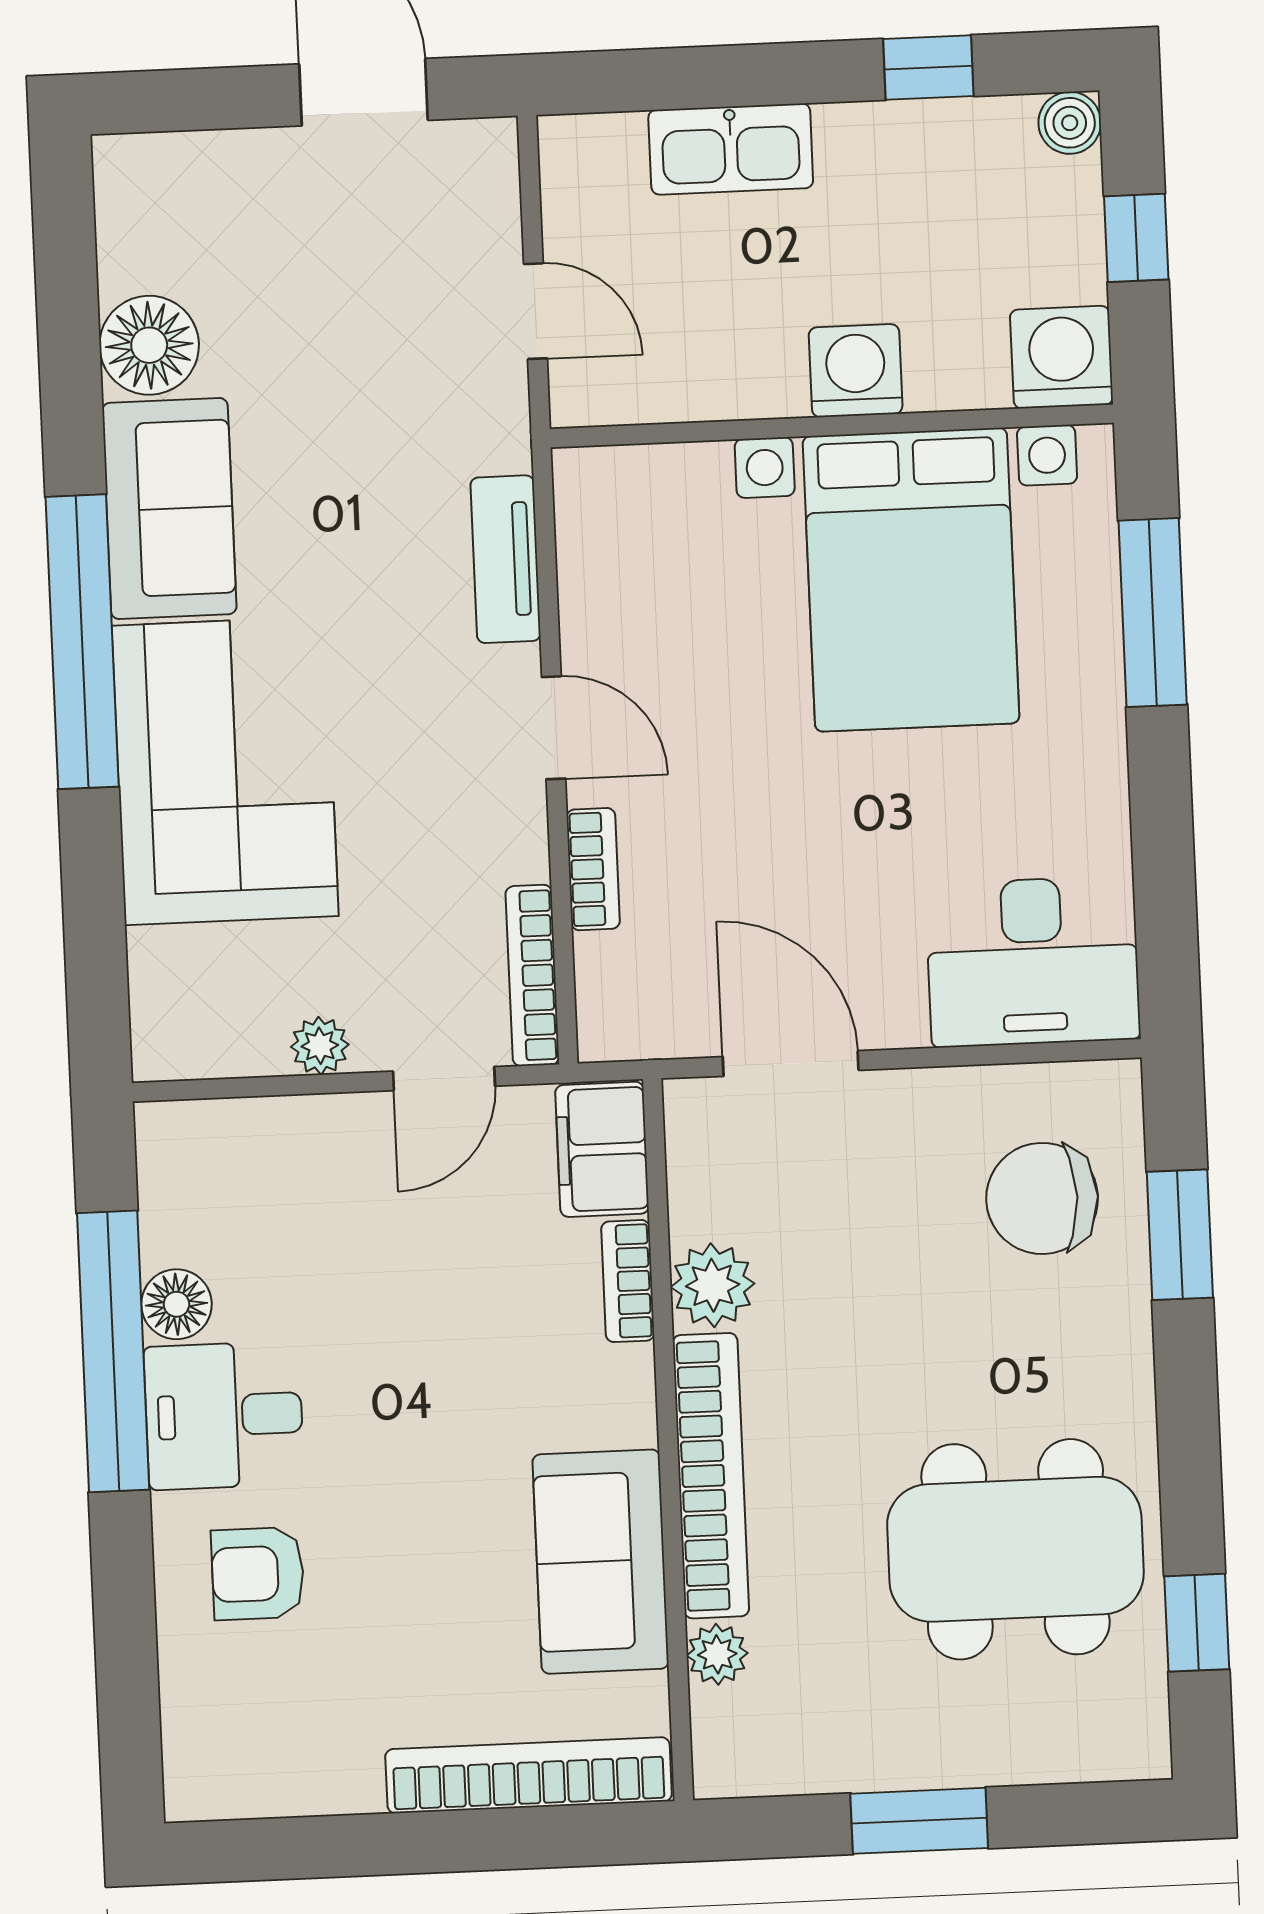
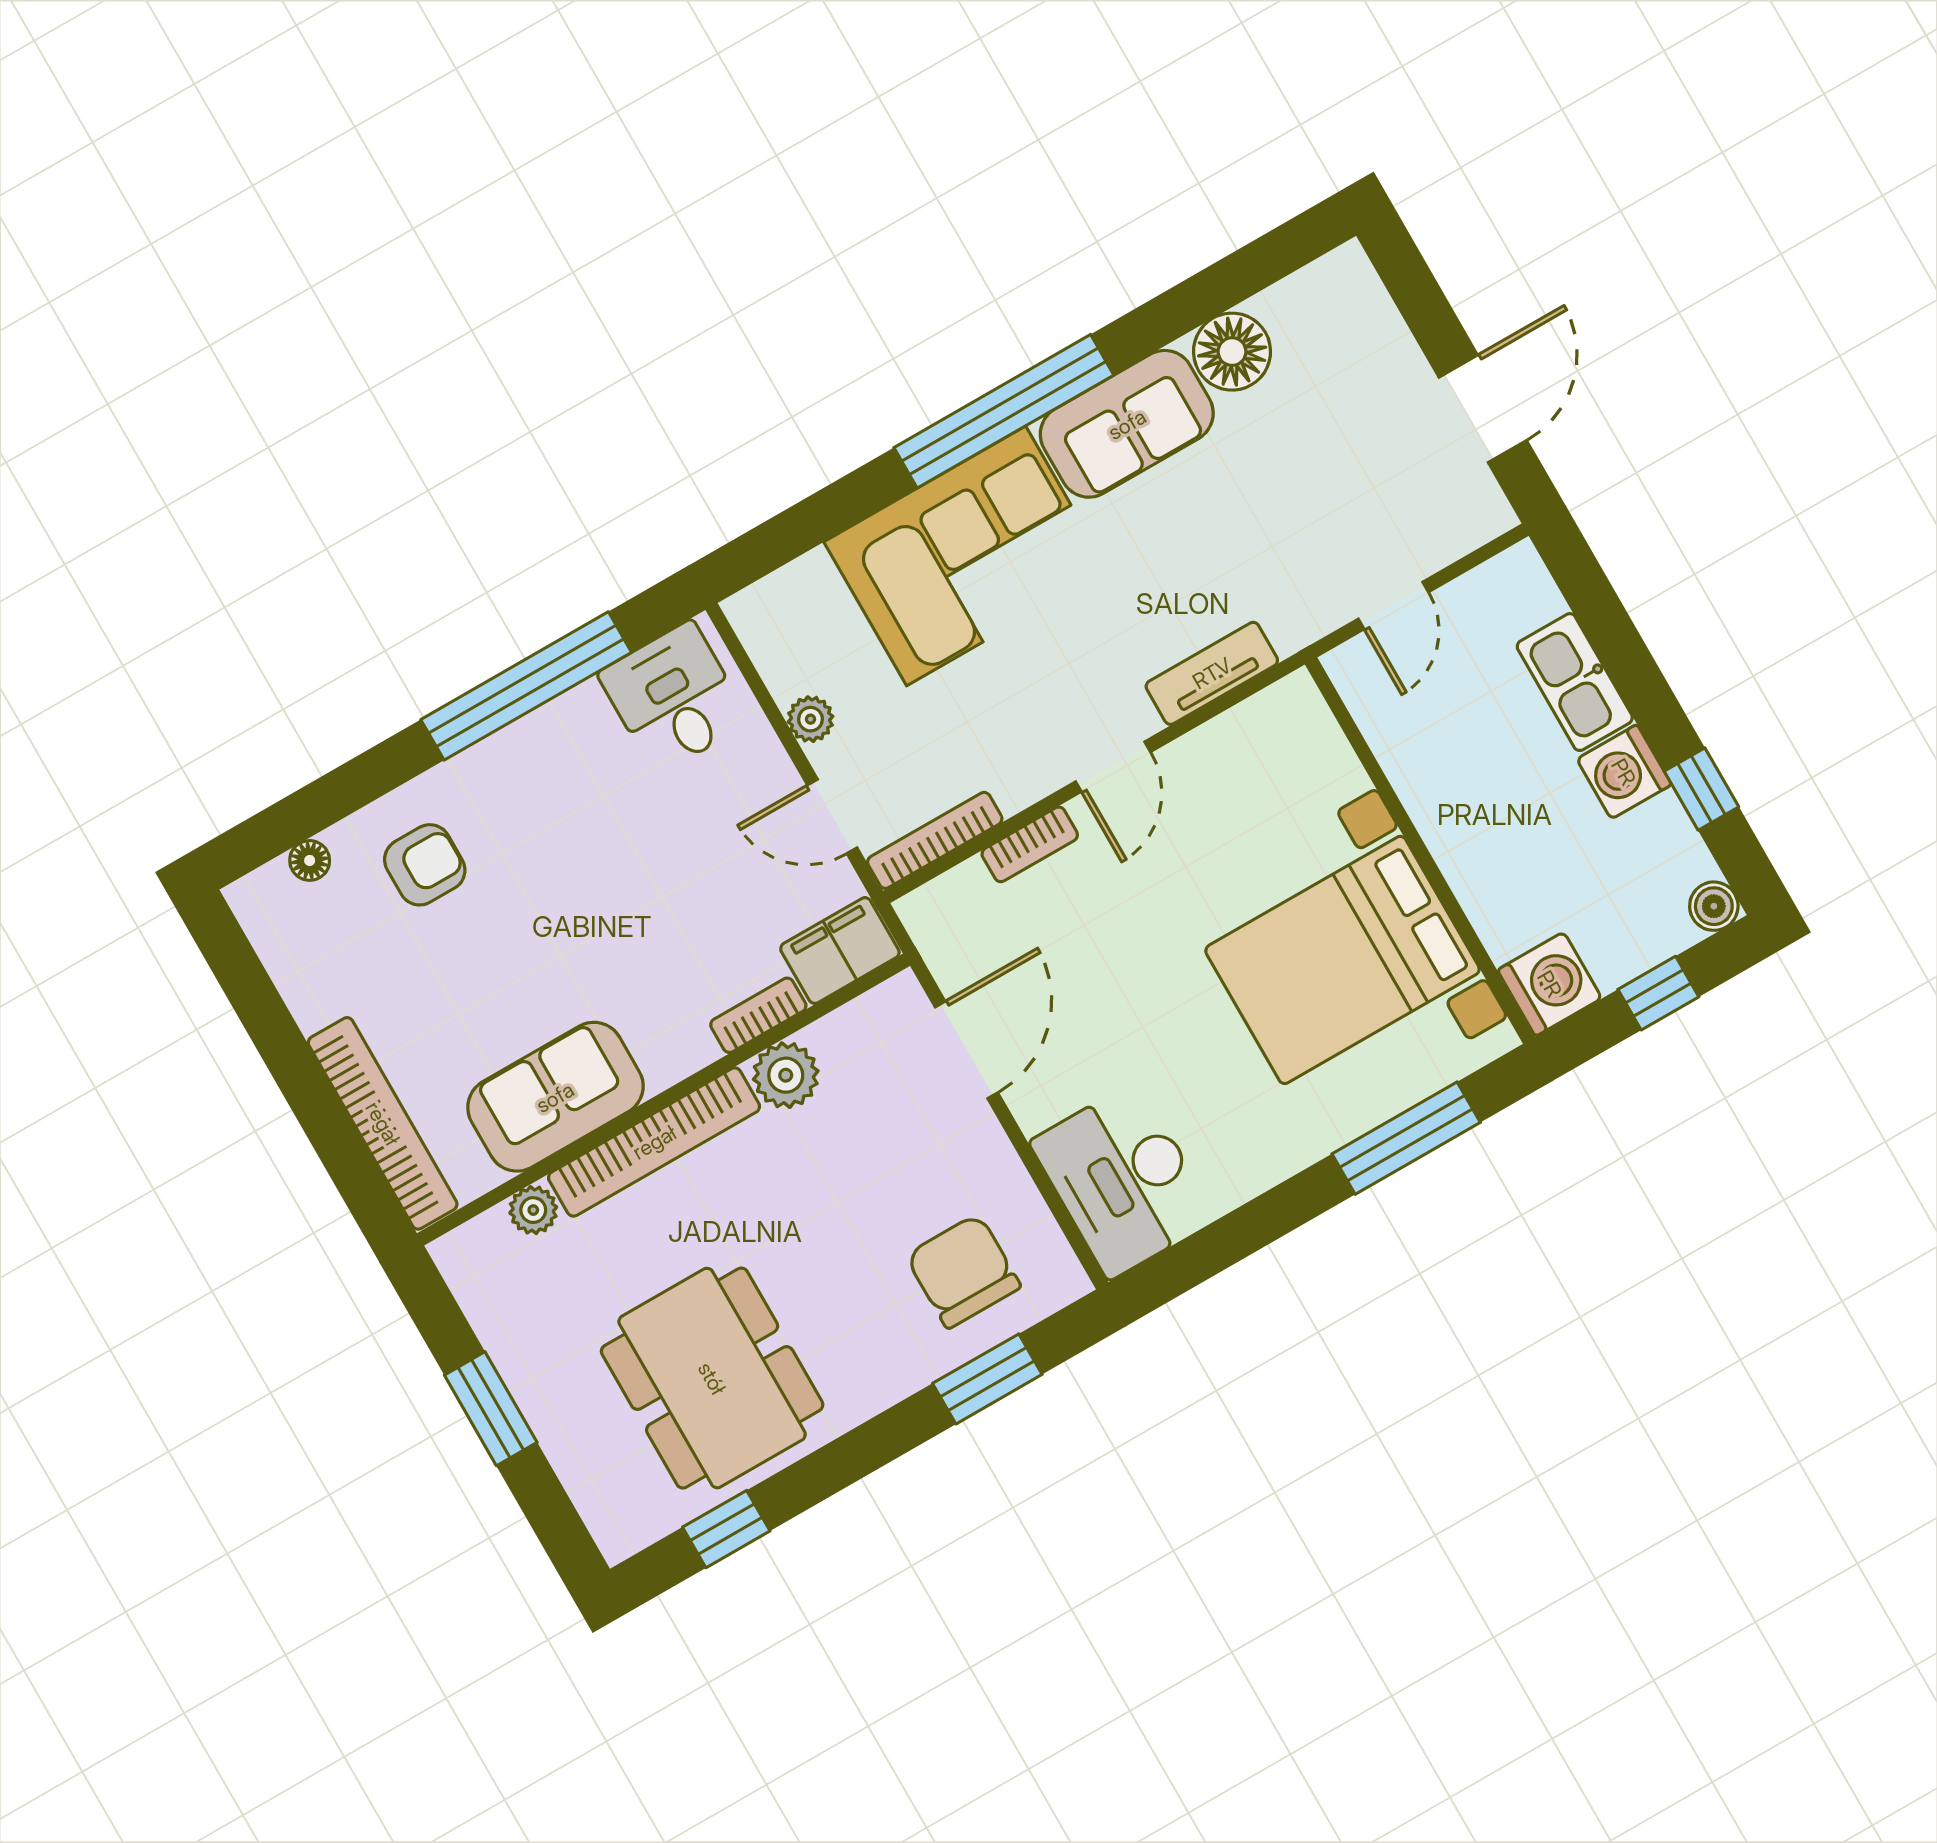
washing machine: (856, 371) -> (1624, 772), moved, turned 180
floor lamp: (176, 1304) -> (310, 860), moved, width x0.73, depth x0.73
desk: (224, 1415) -> (674, 698), moved
armchair: (258, 1574) -> (425, 865), turned 90

